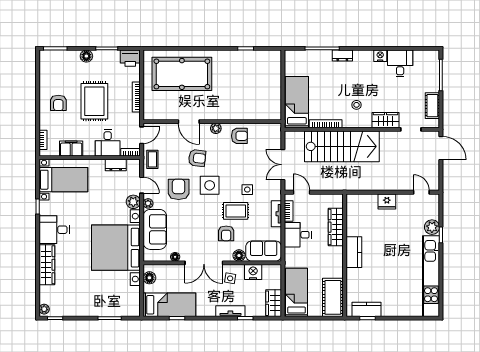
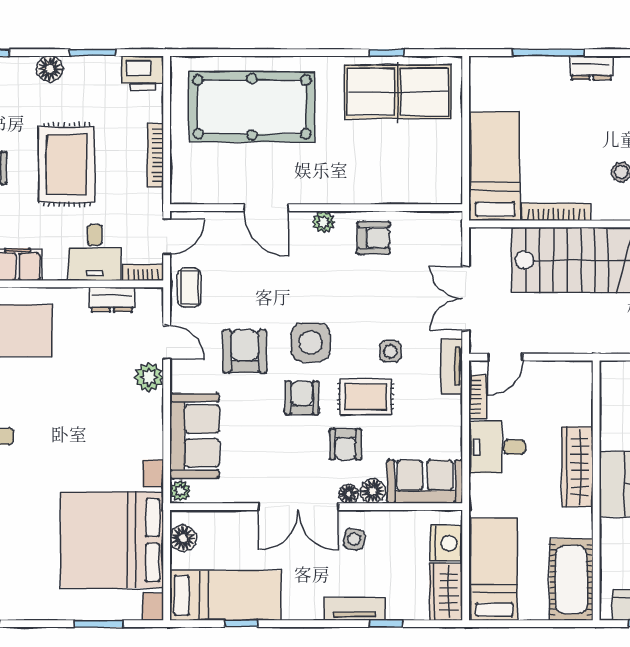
table tennis table: (251, 67) -> (398, 92), added
armchair: (197, 158) -> (302, 398), moved, turned -97
door: (302, 192) -> (505, 357), swing flipped
plant: (148, 203) -> (180, 491), moved
tv unit: (276, 214) -> (452, 366), moved
wardrobe: (336, 227) -> (577, 467), moved
bed with nightstands: (116, 248) -> (112, 540), moved
floor lamp: (175, 257) -> (349, 494), moved
nightstand: (253, 272) -> (446, 543), moved, turned 90

